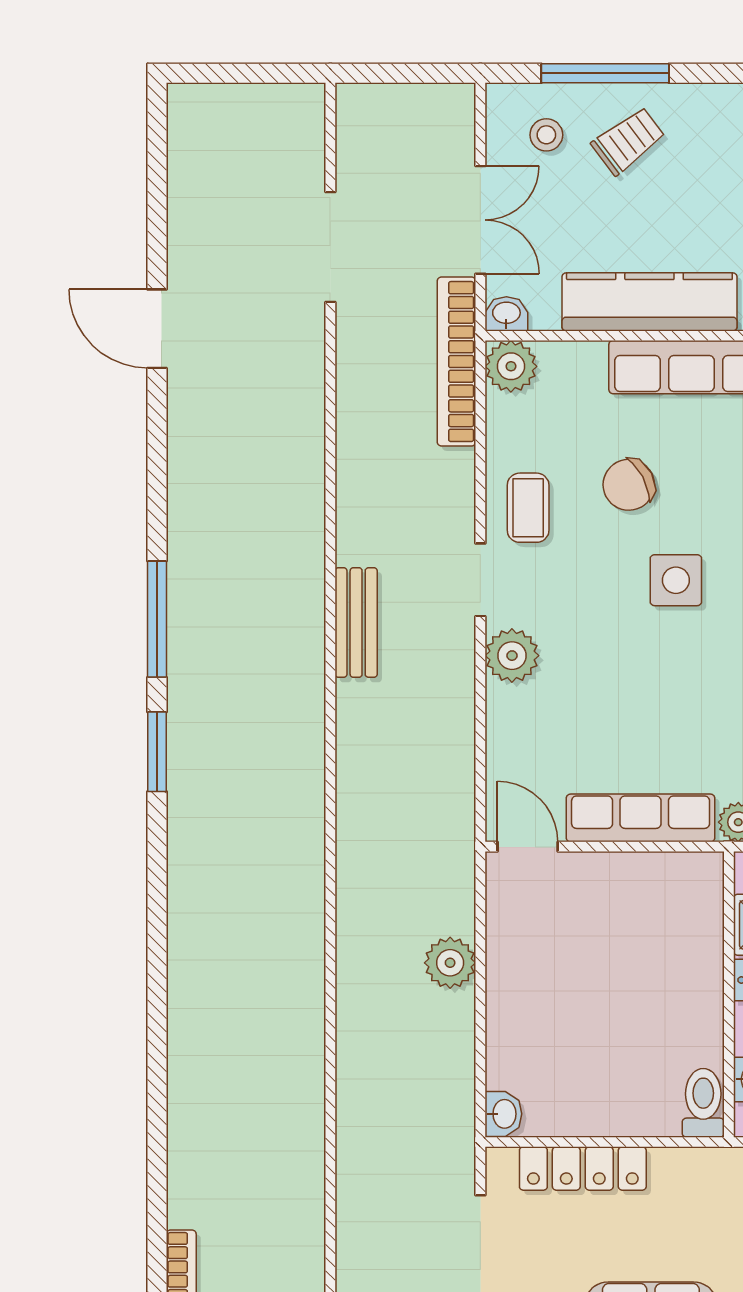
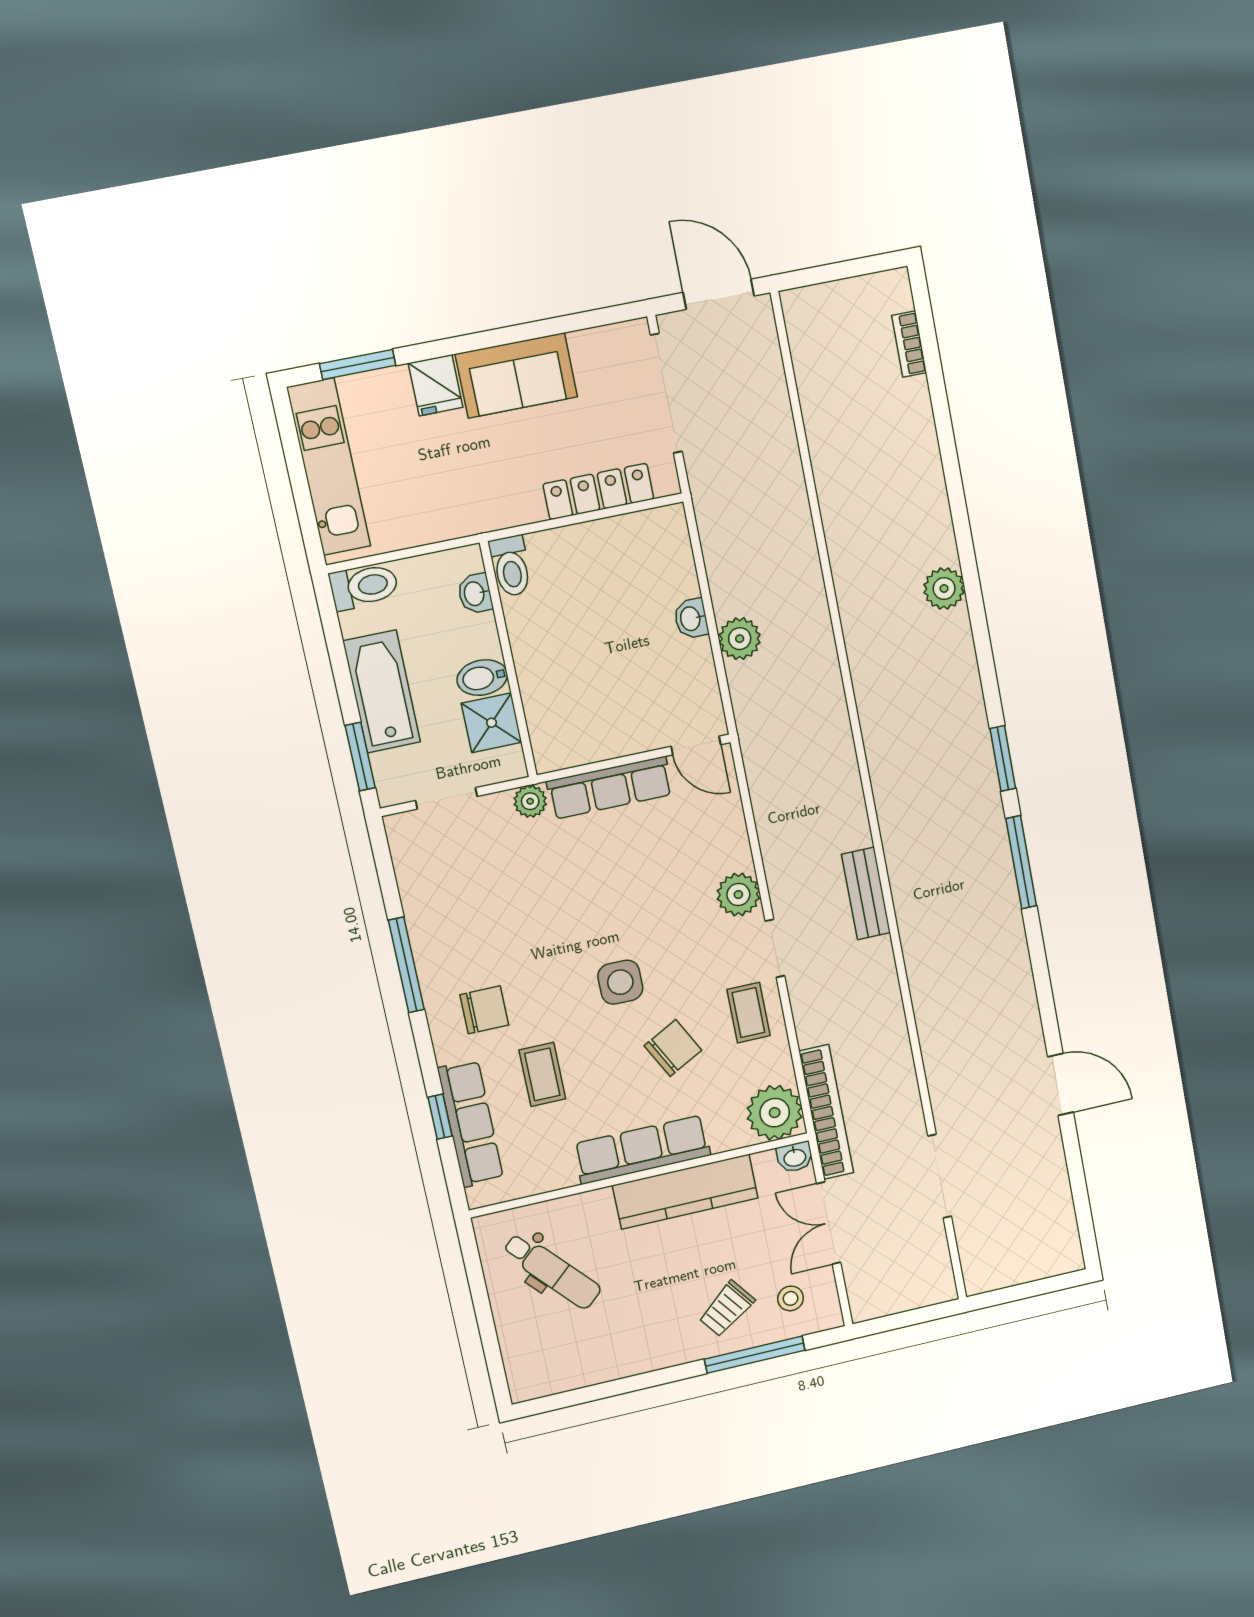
plant: (511, 366) -> (775, 1113), width x1.36, depth x1.36
plant: (192, 972) -> (944, 589), added
washbasin: (503, 1114) -> (691, 619), moved

